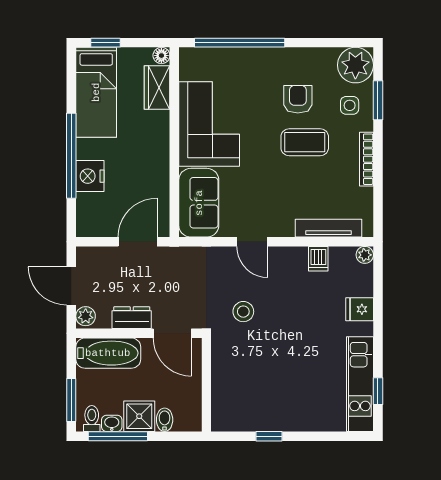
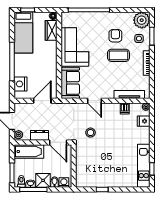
nightstand: (90, 176) -> (21, 84), moved
fridge: (360, 309) -> (144, 121), moved
washing machine: (185, 421) -> (64, 183), added

